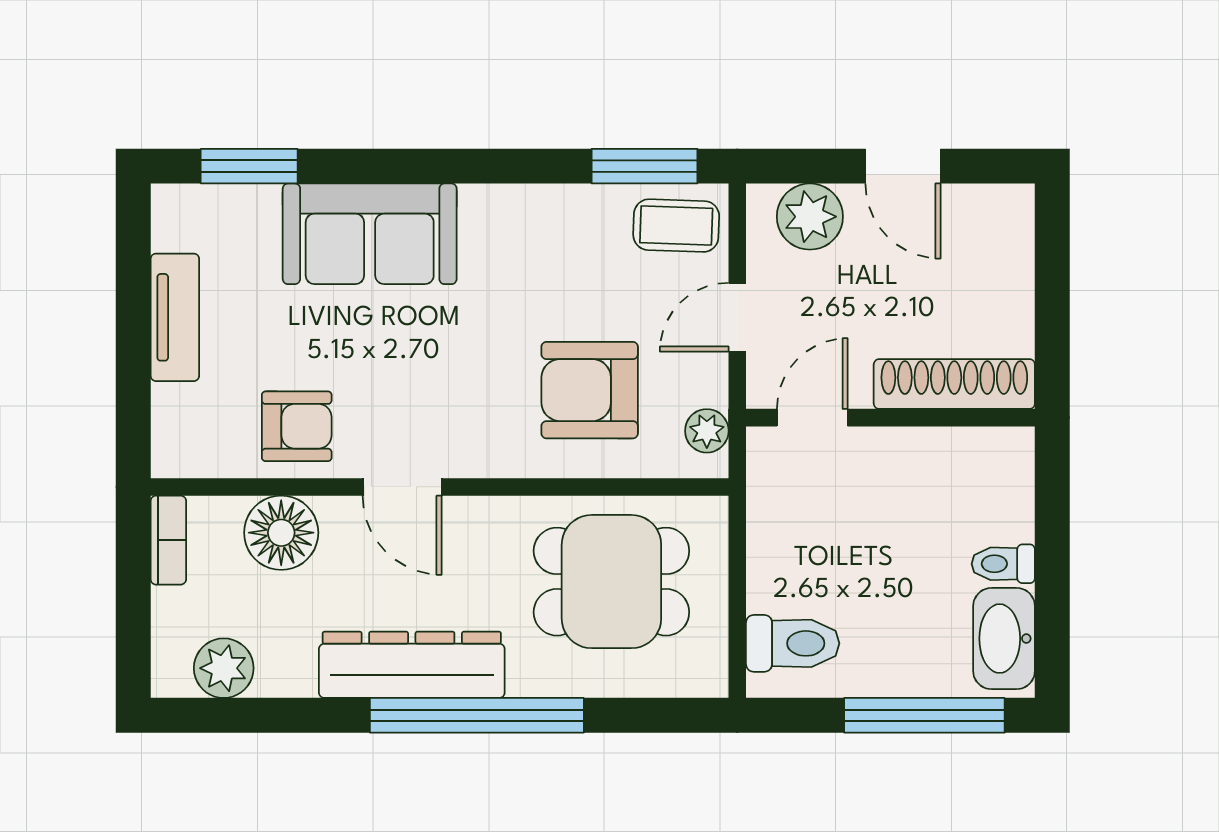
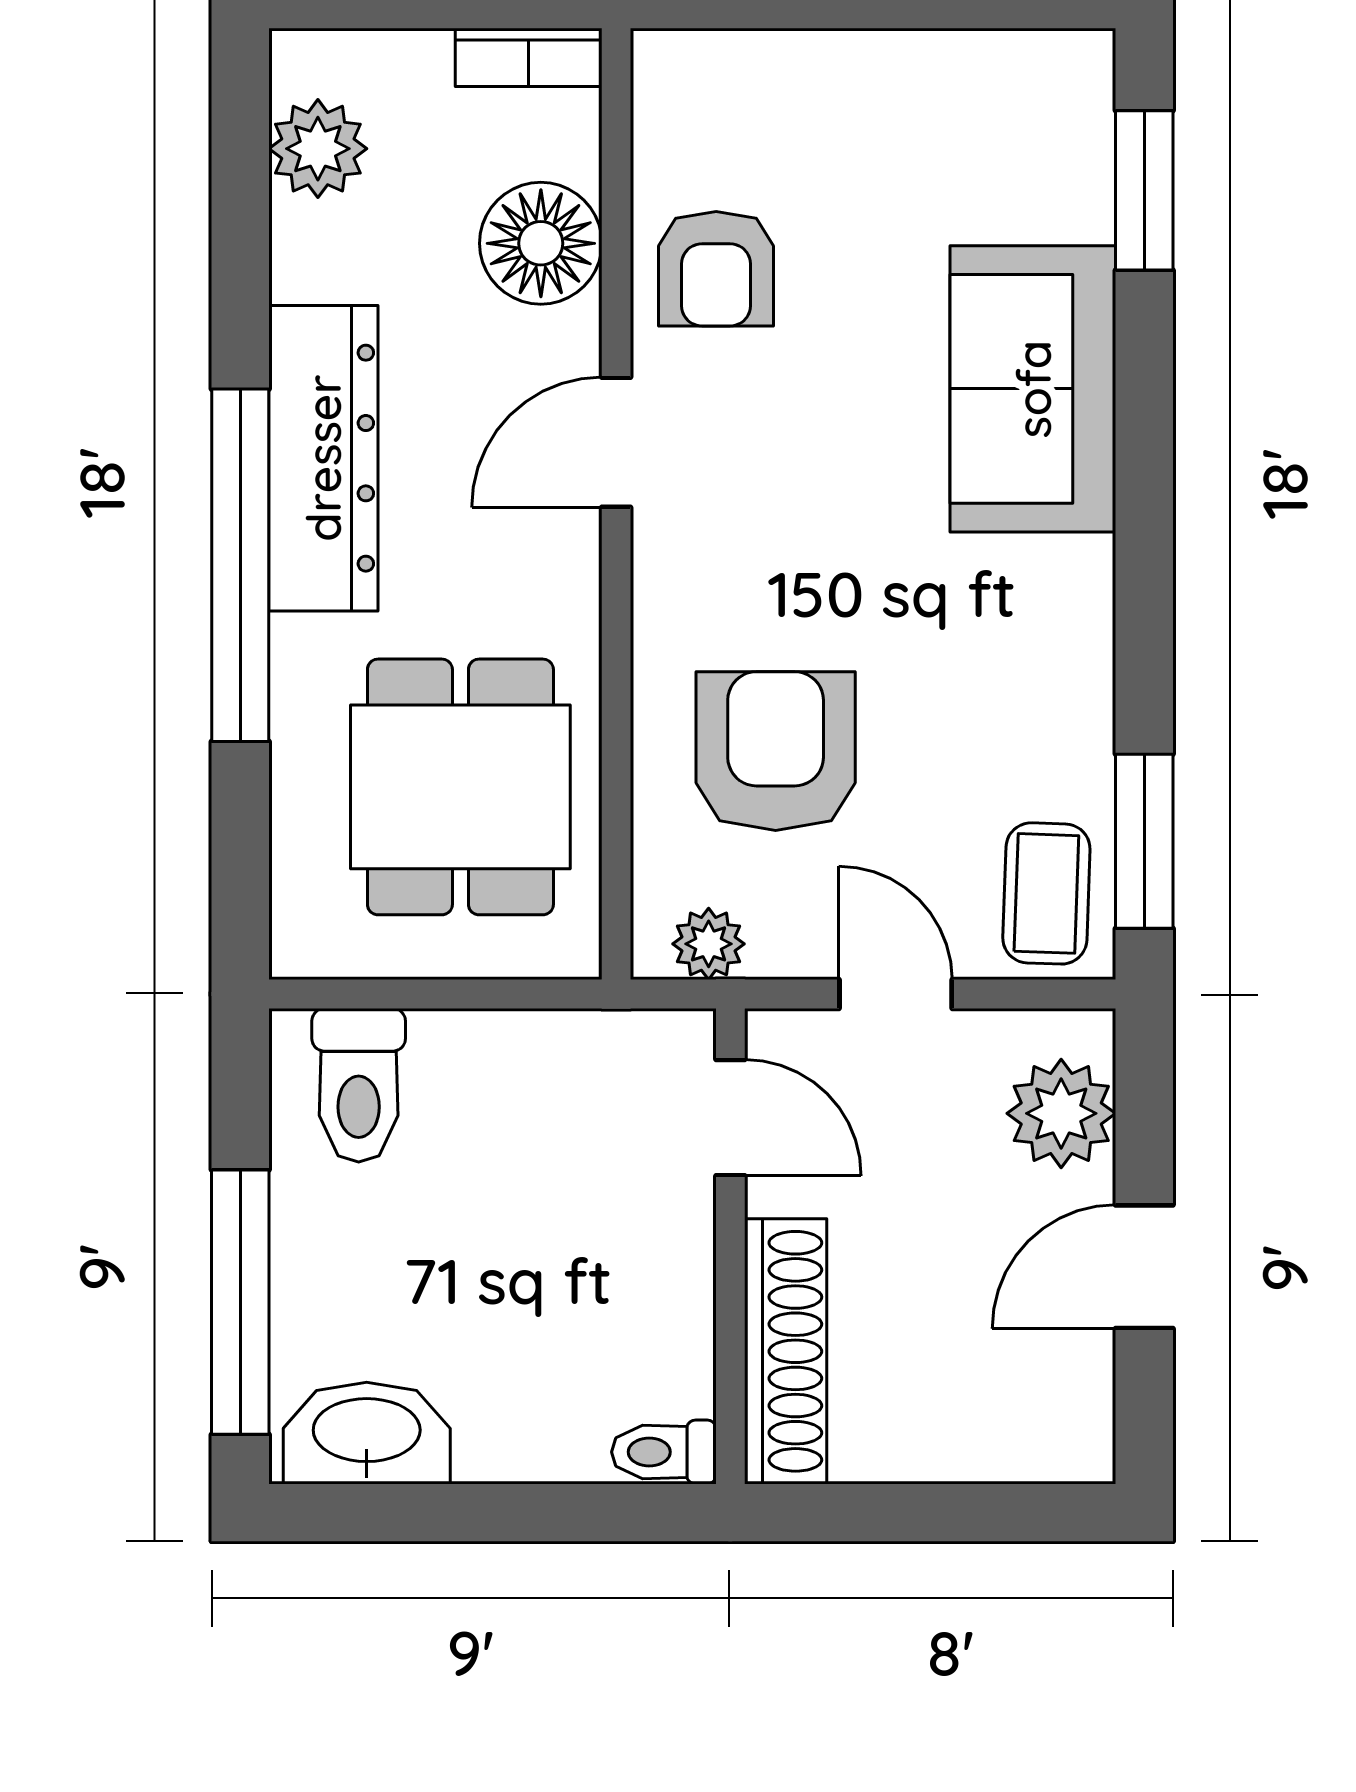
tv unit: (175, 317) -> (895, 68), removed
toilet: (1003, 564) -> (664, 1452), moved, turned -90

